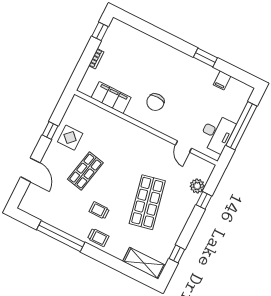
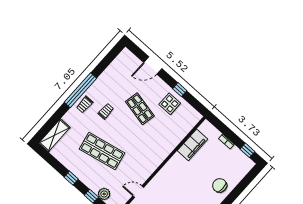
chair: (155, 102) -> (220, 185), moved
window: (61, 236) -> (80, 90), moved
window: (177, 254) -> (71, 178), moved

